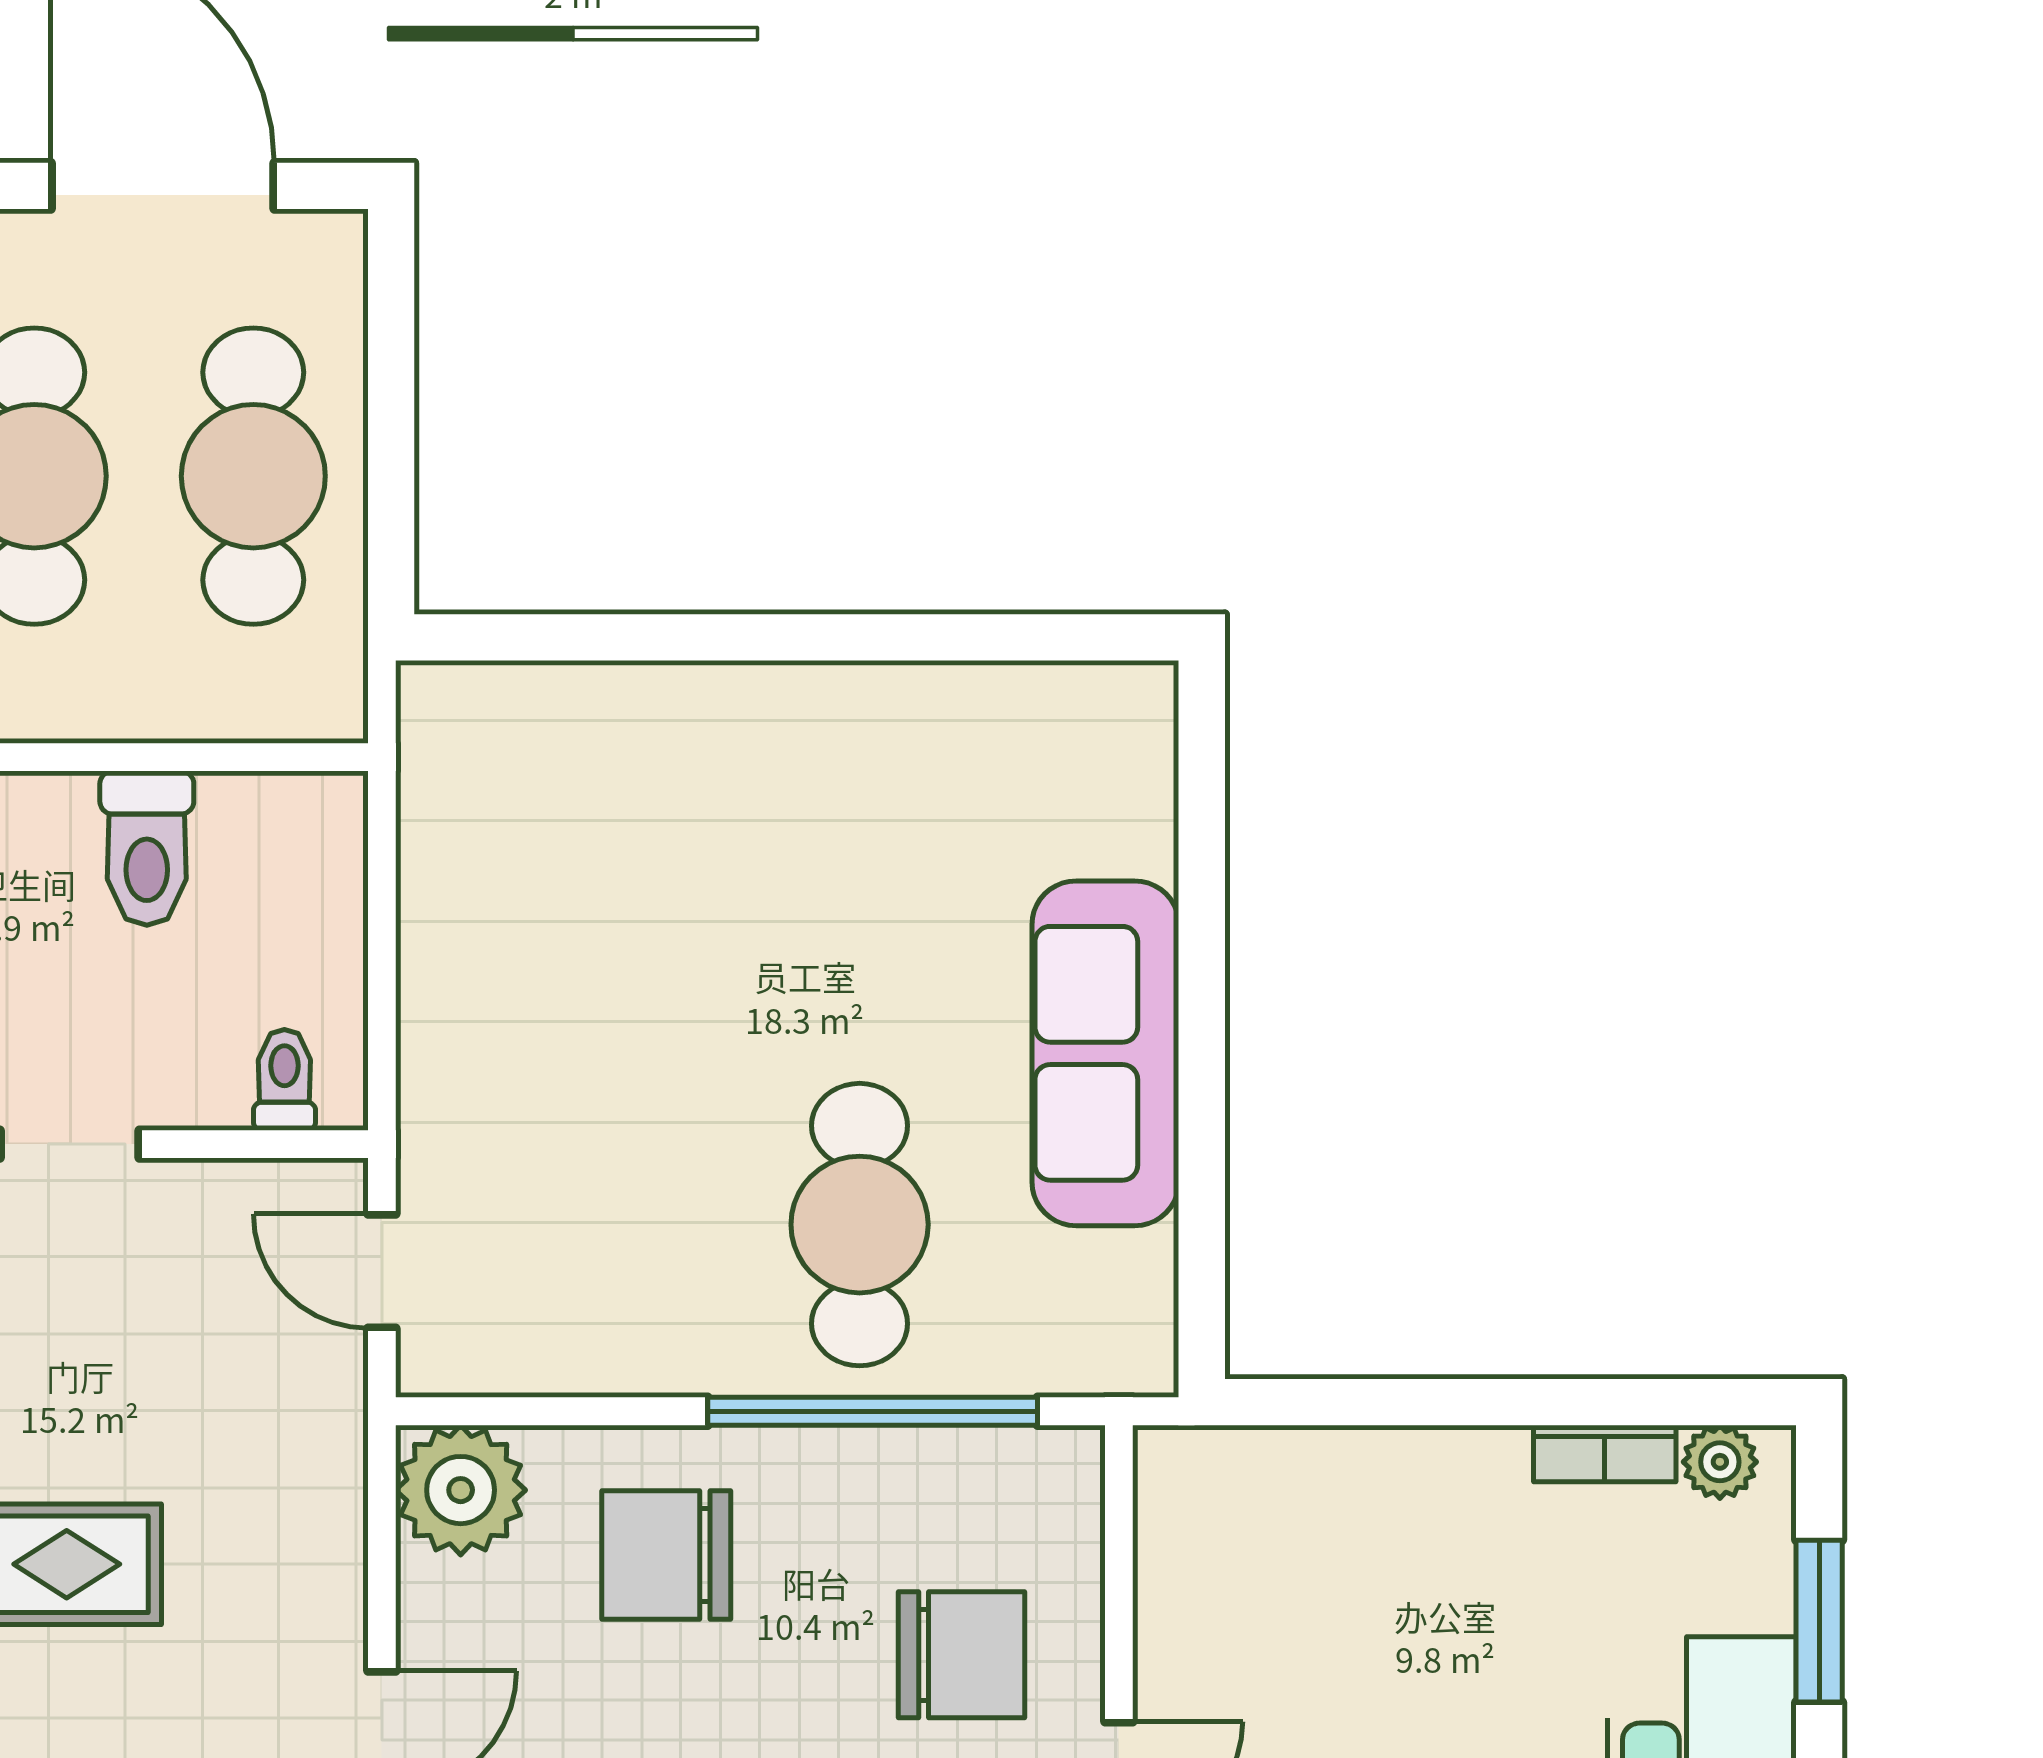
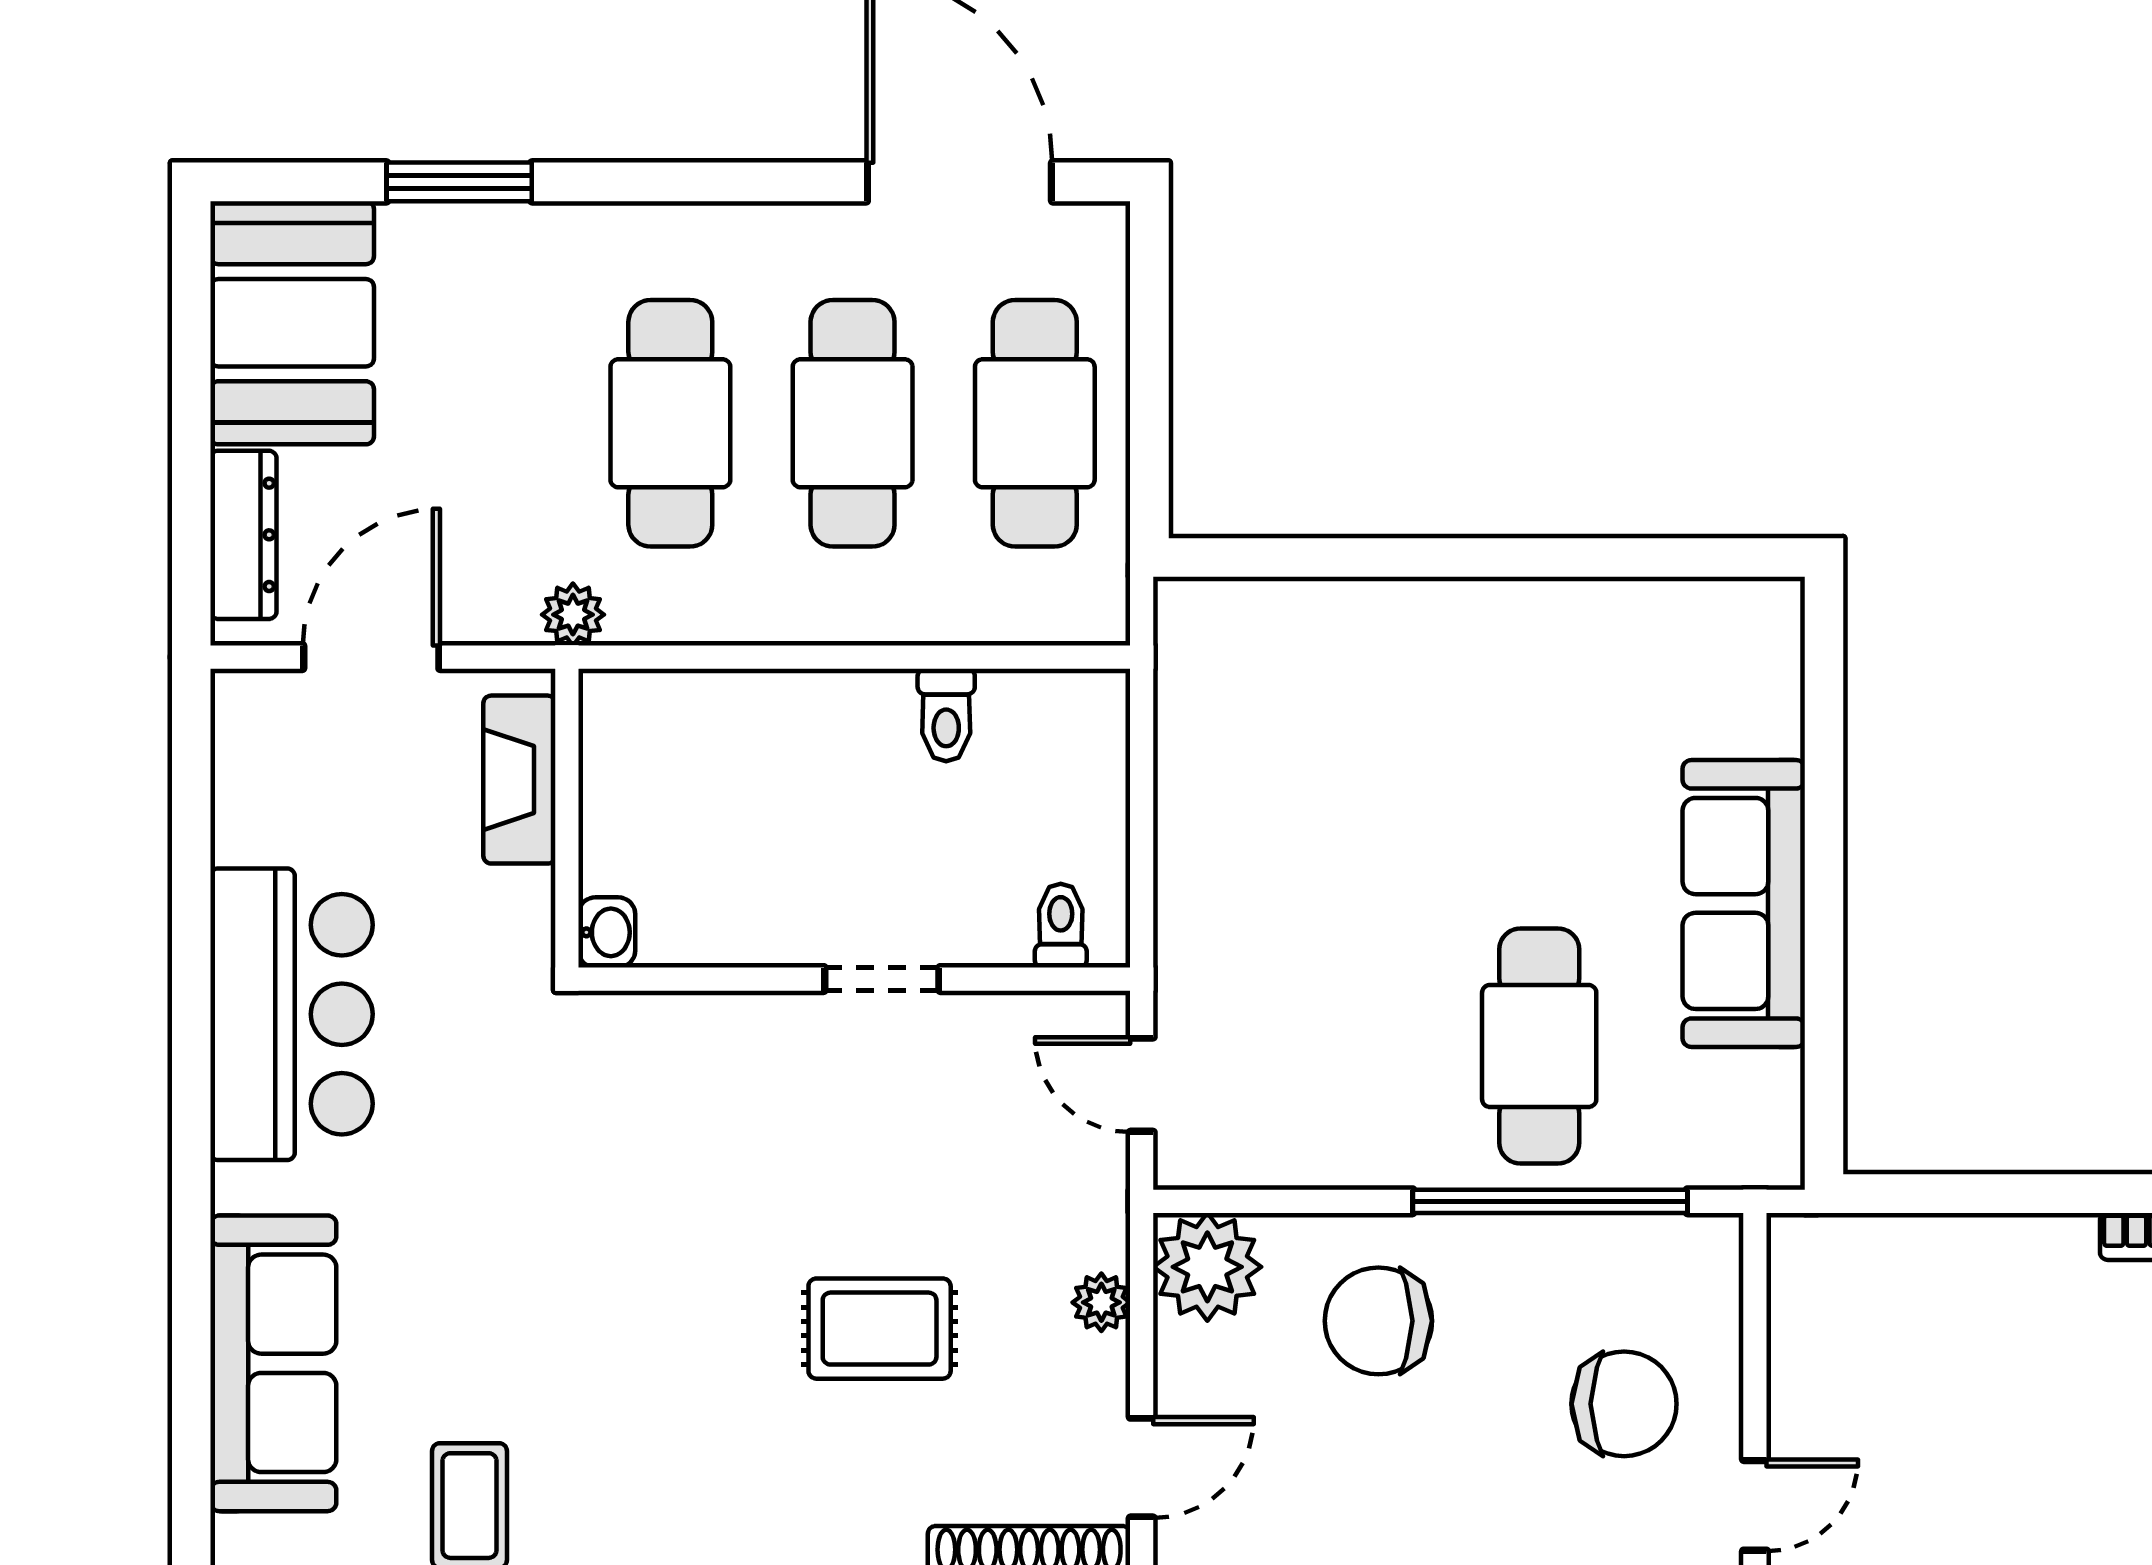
toilet: (147, 848) -> (946, 715), width x0.73, depth x0.72
plant: (333, 1533) -> (1101, 1302), added

